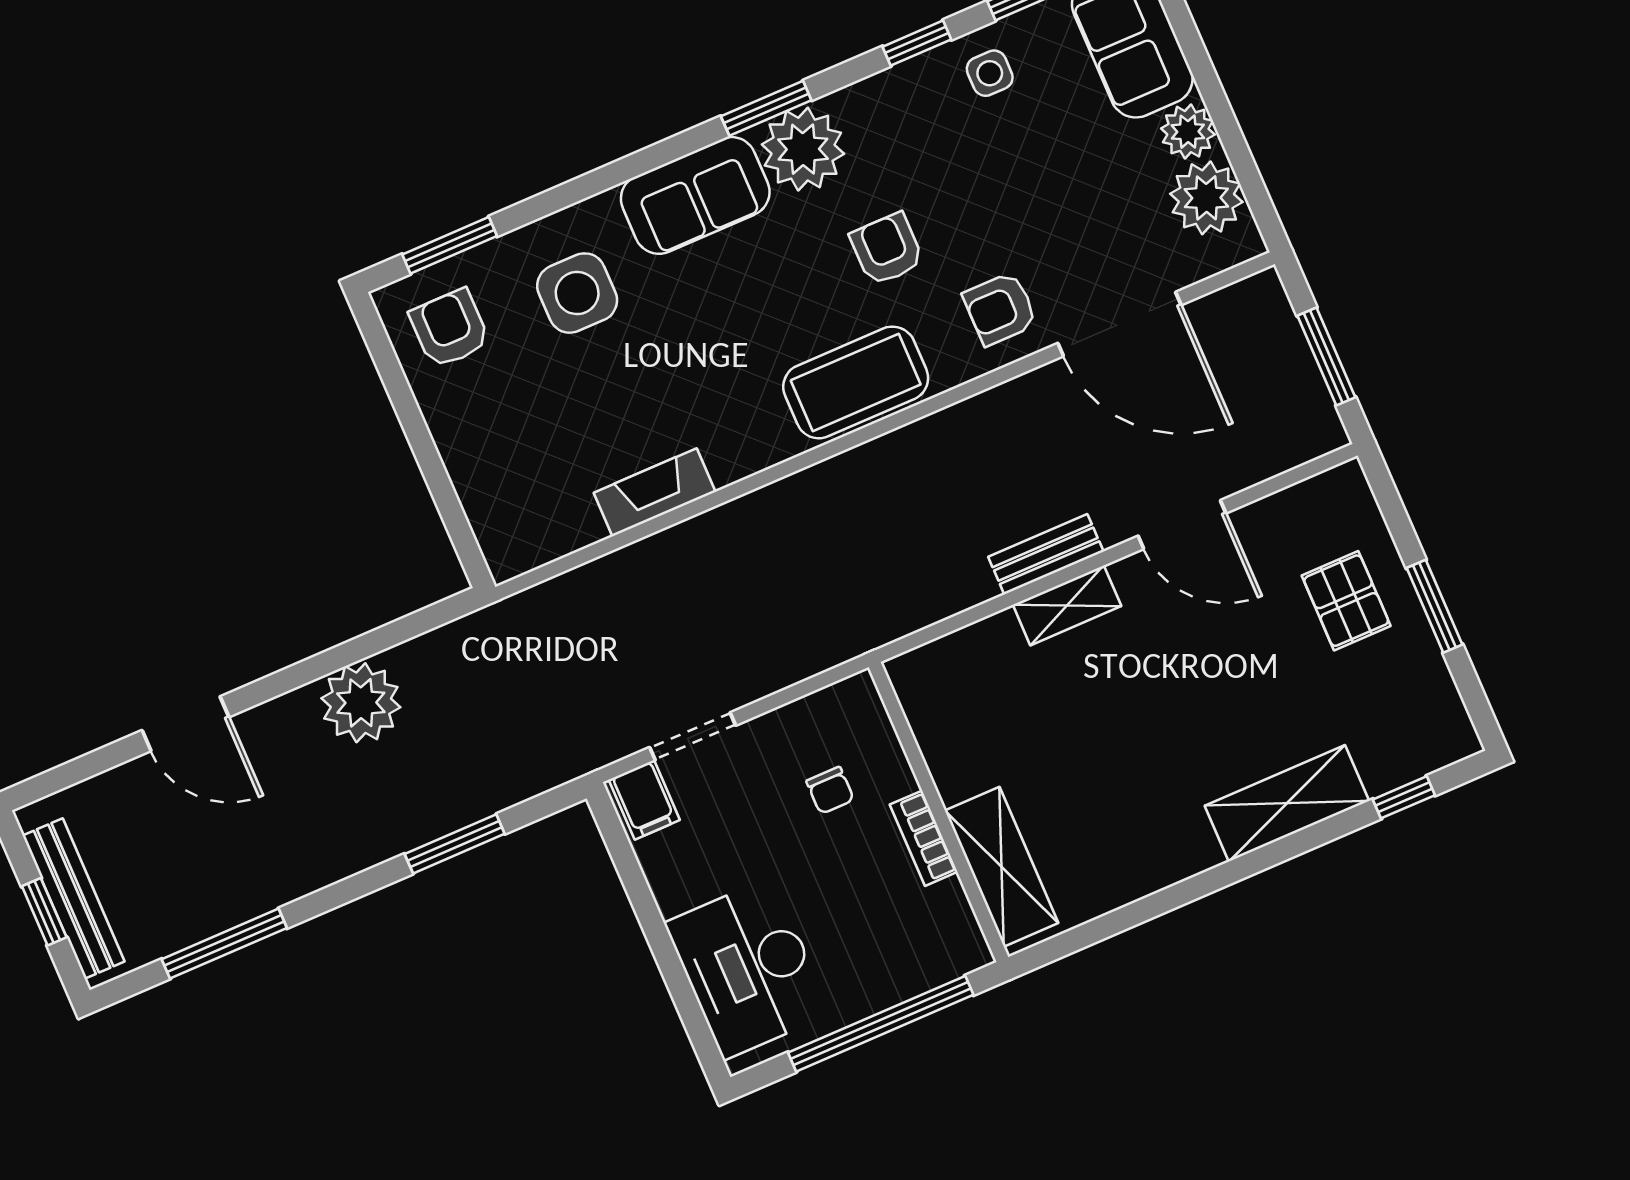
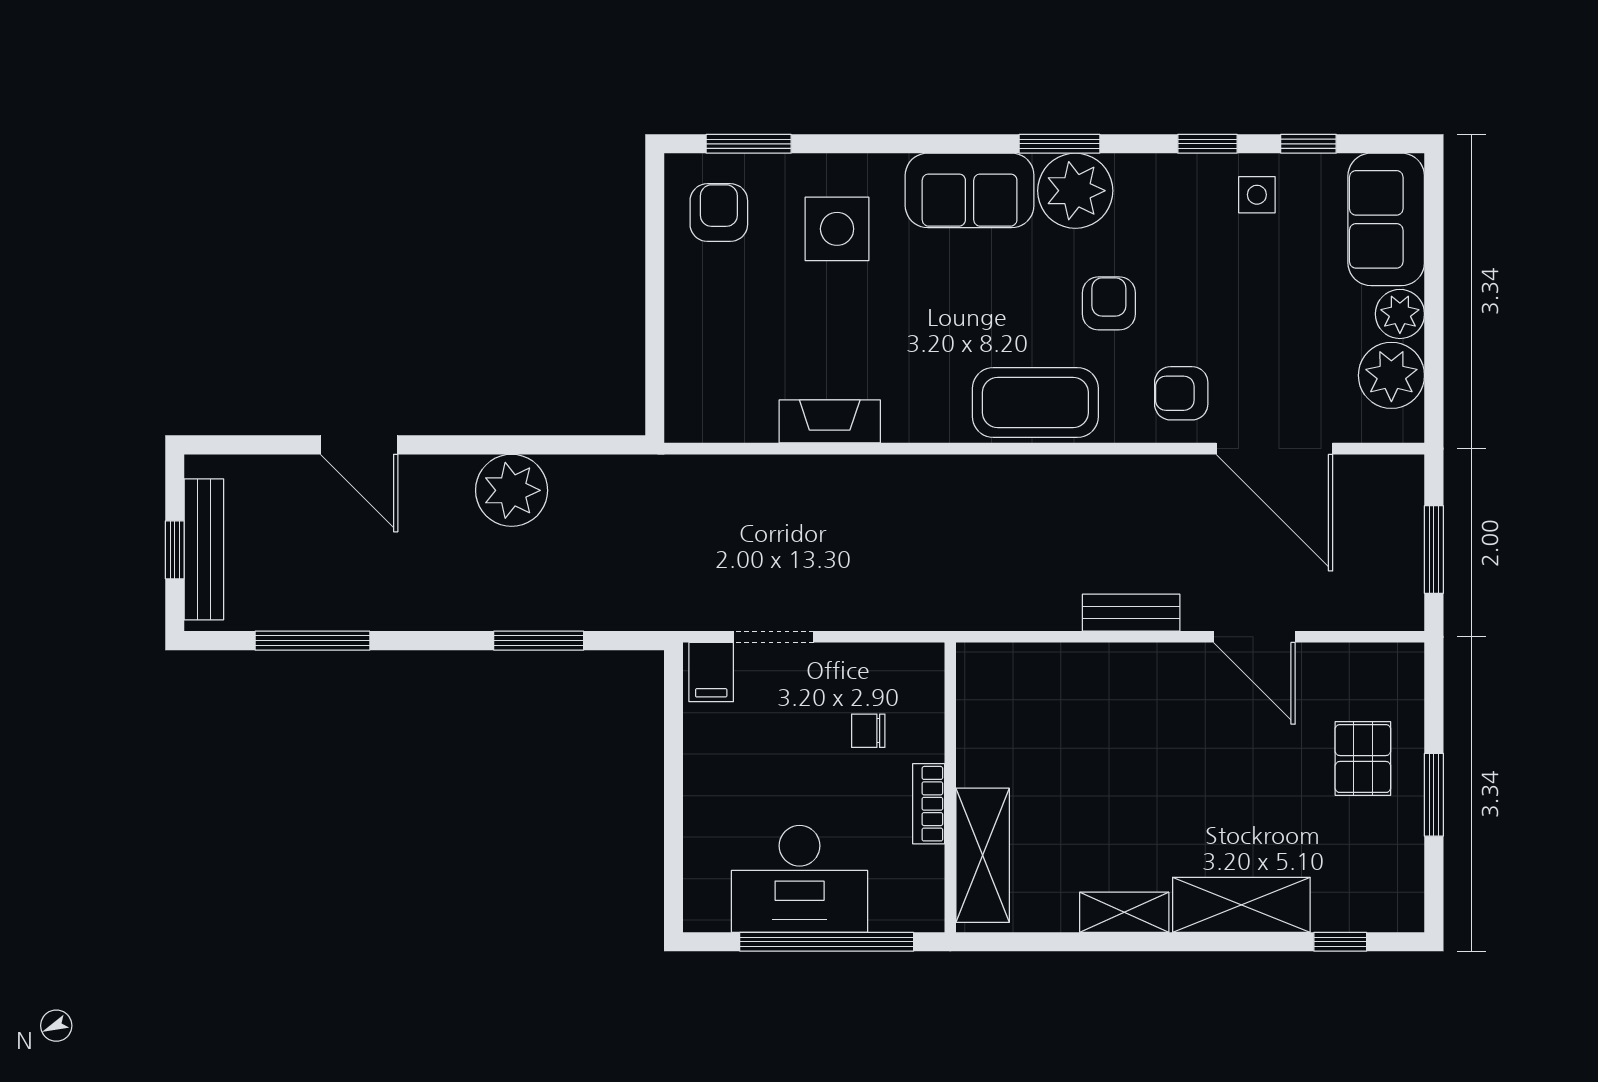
shelving: (1067, 605) -> (1124, 912), moved
chair: (830, 790) -> (868, 731), turned 90
desk: (748, 968) -> (800, 879), moved, turned -90

